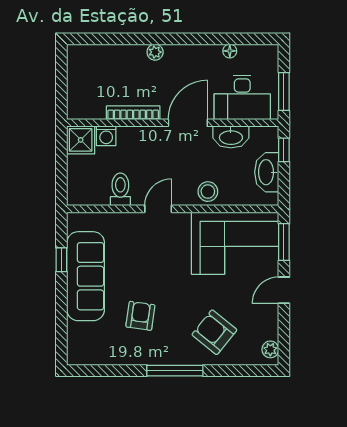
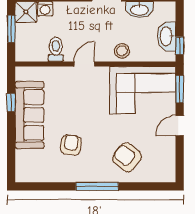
window: (284, 150) -> (180, 46), moved
window: (61, 162) -> (11, 29), added
plant: (270, 349) -> (169, 170), removed

